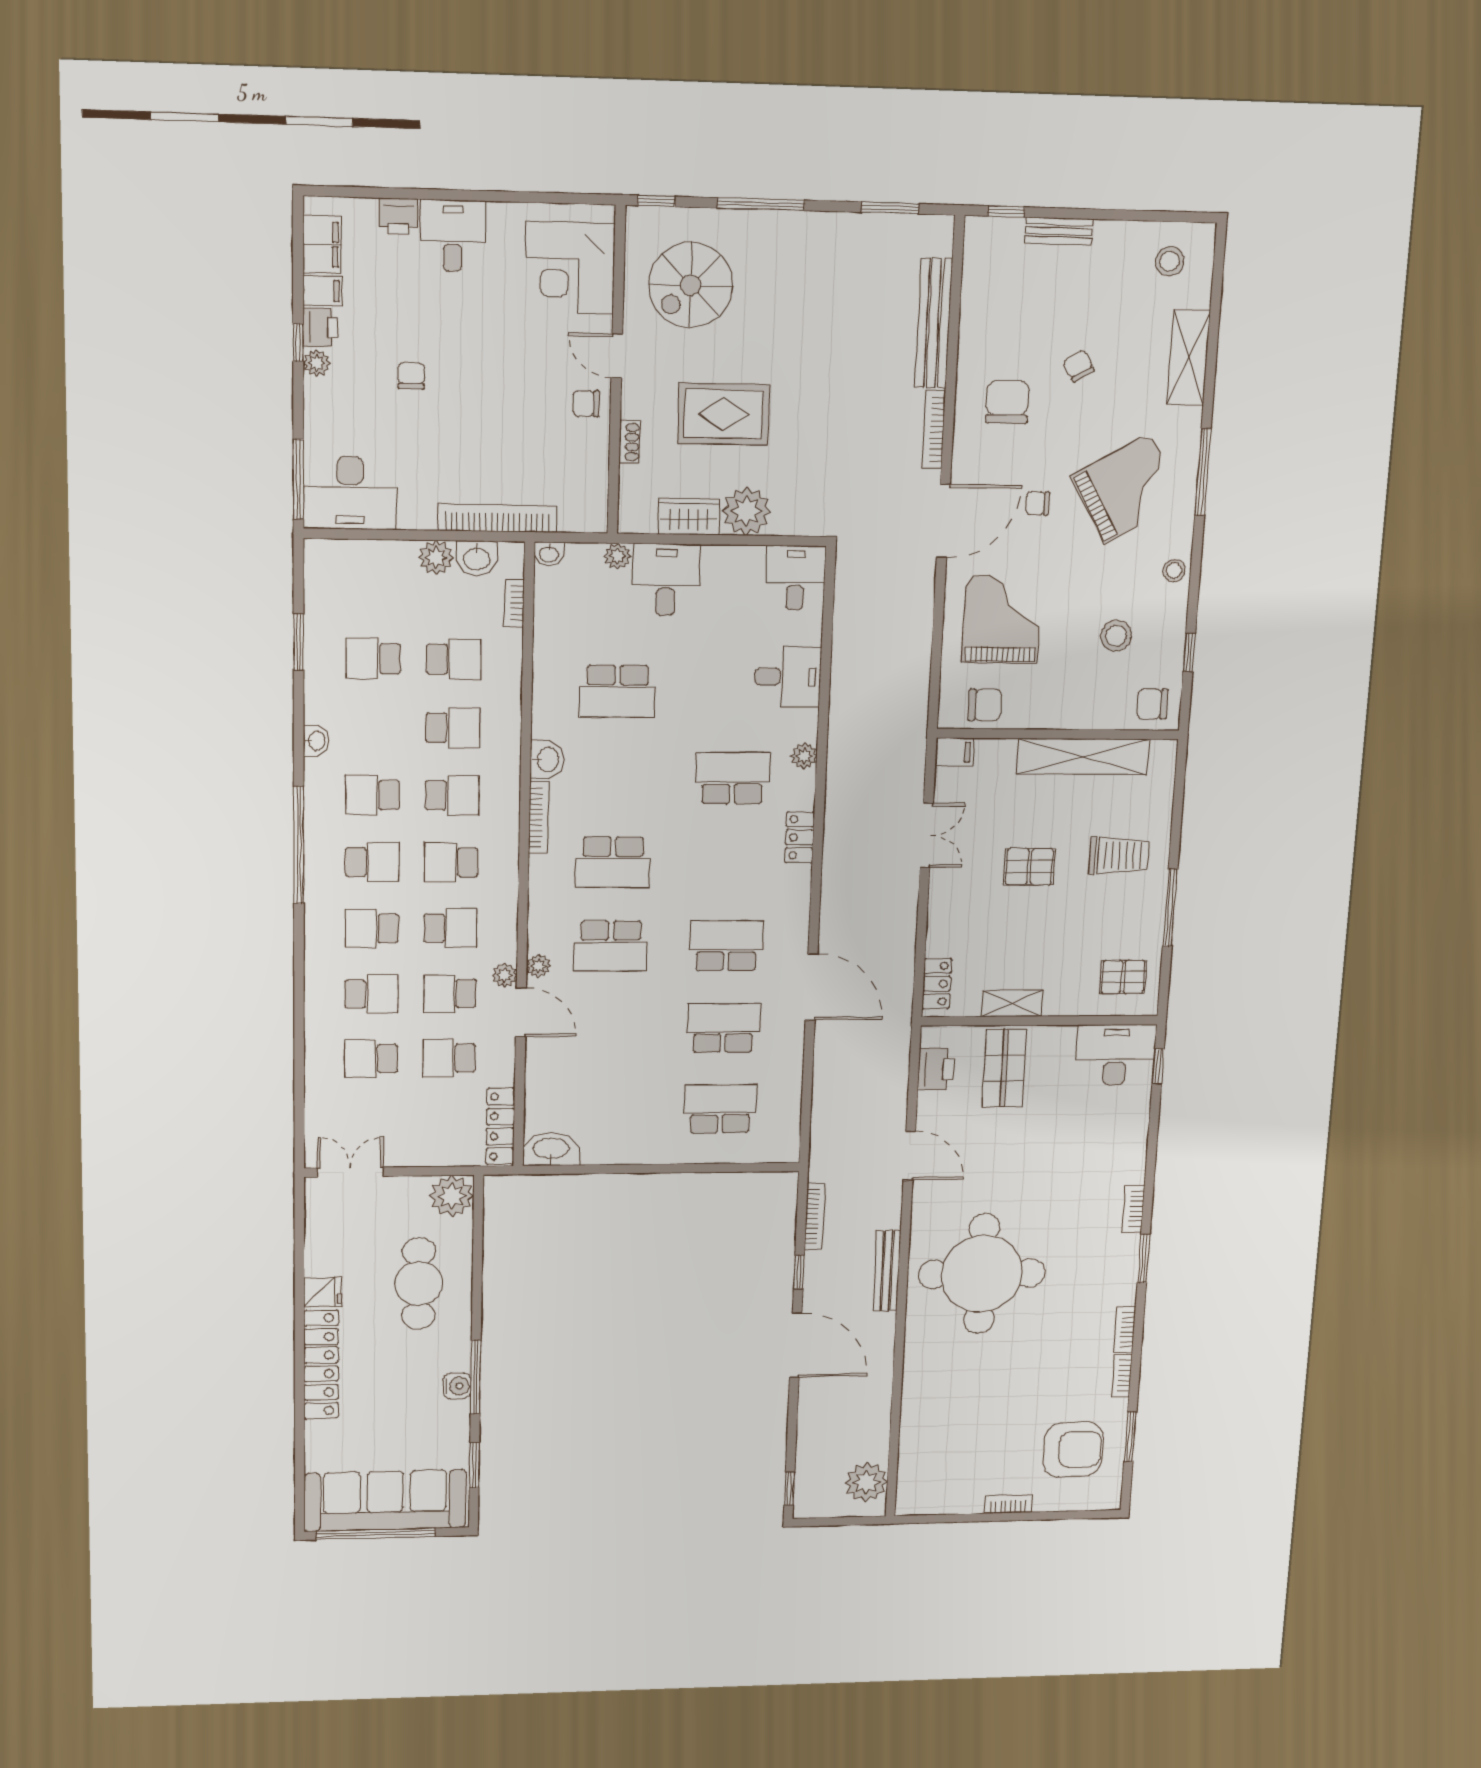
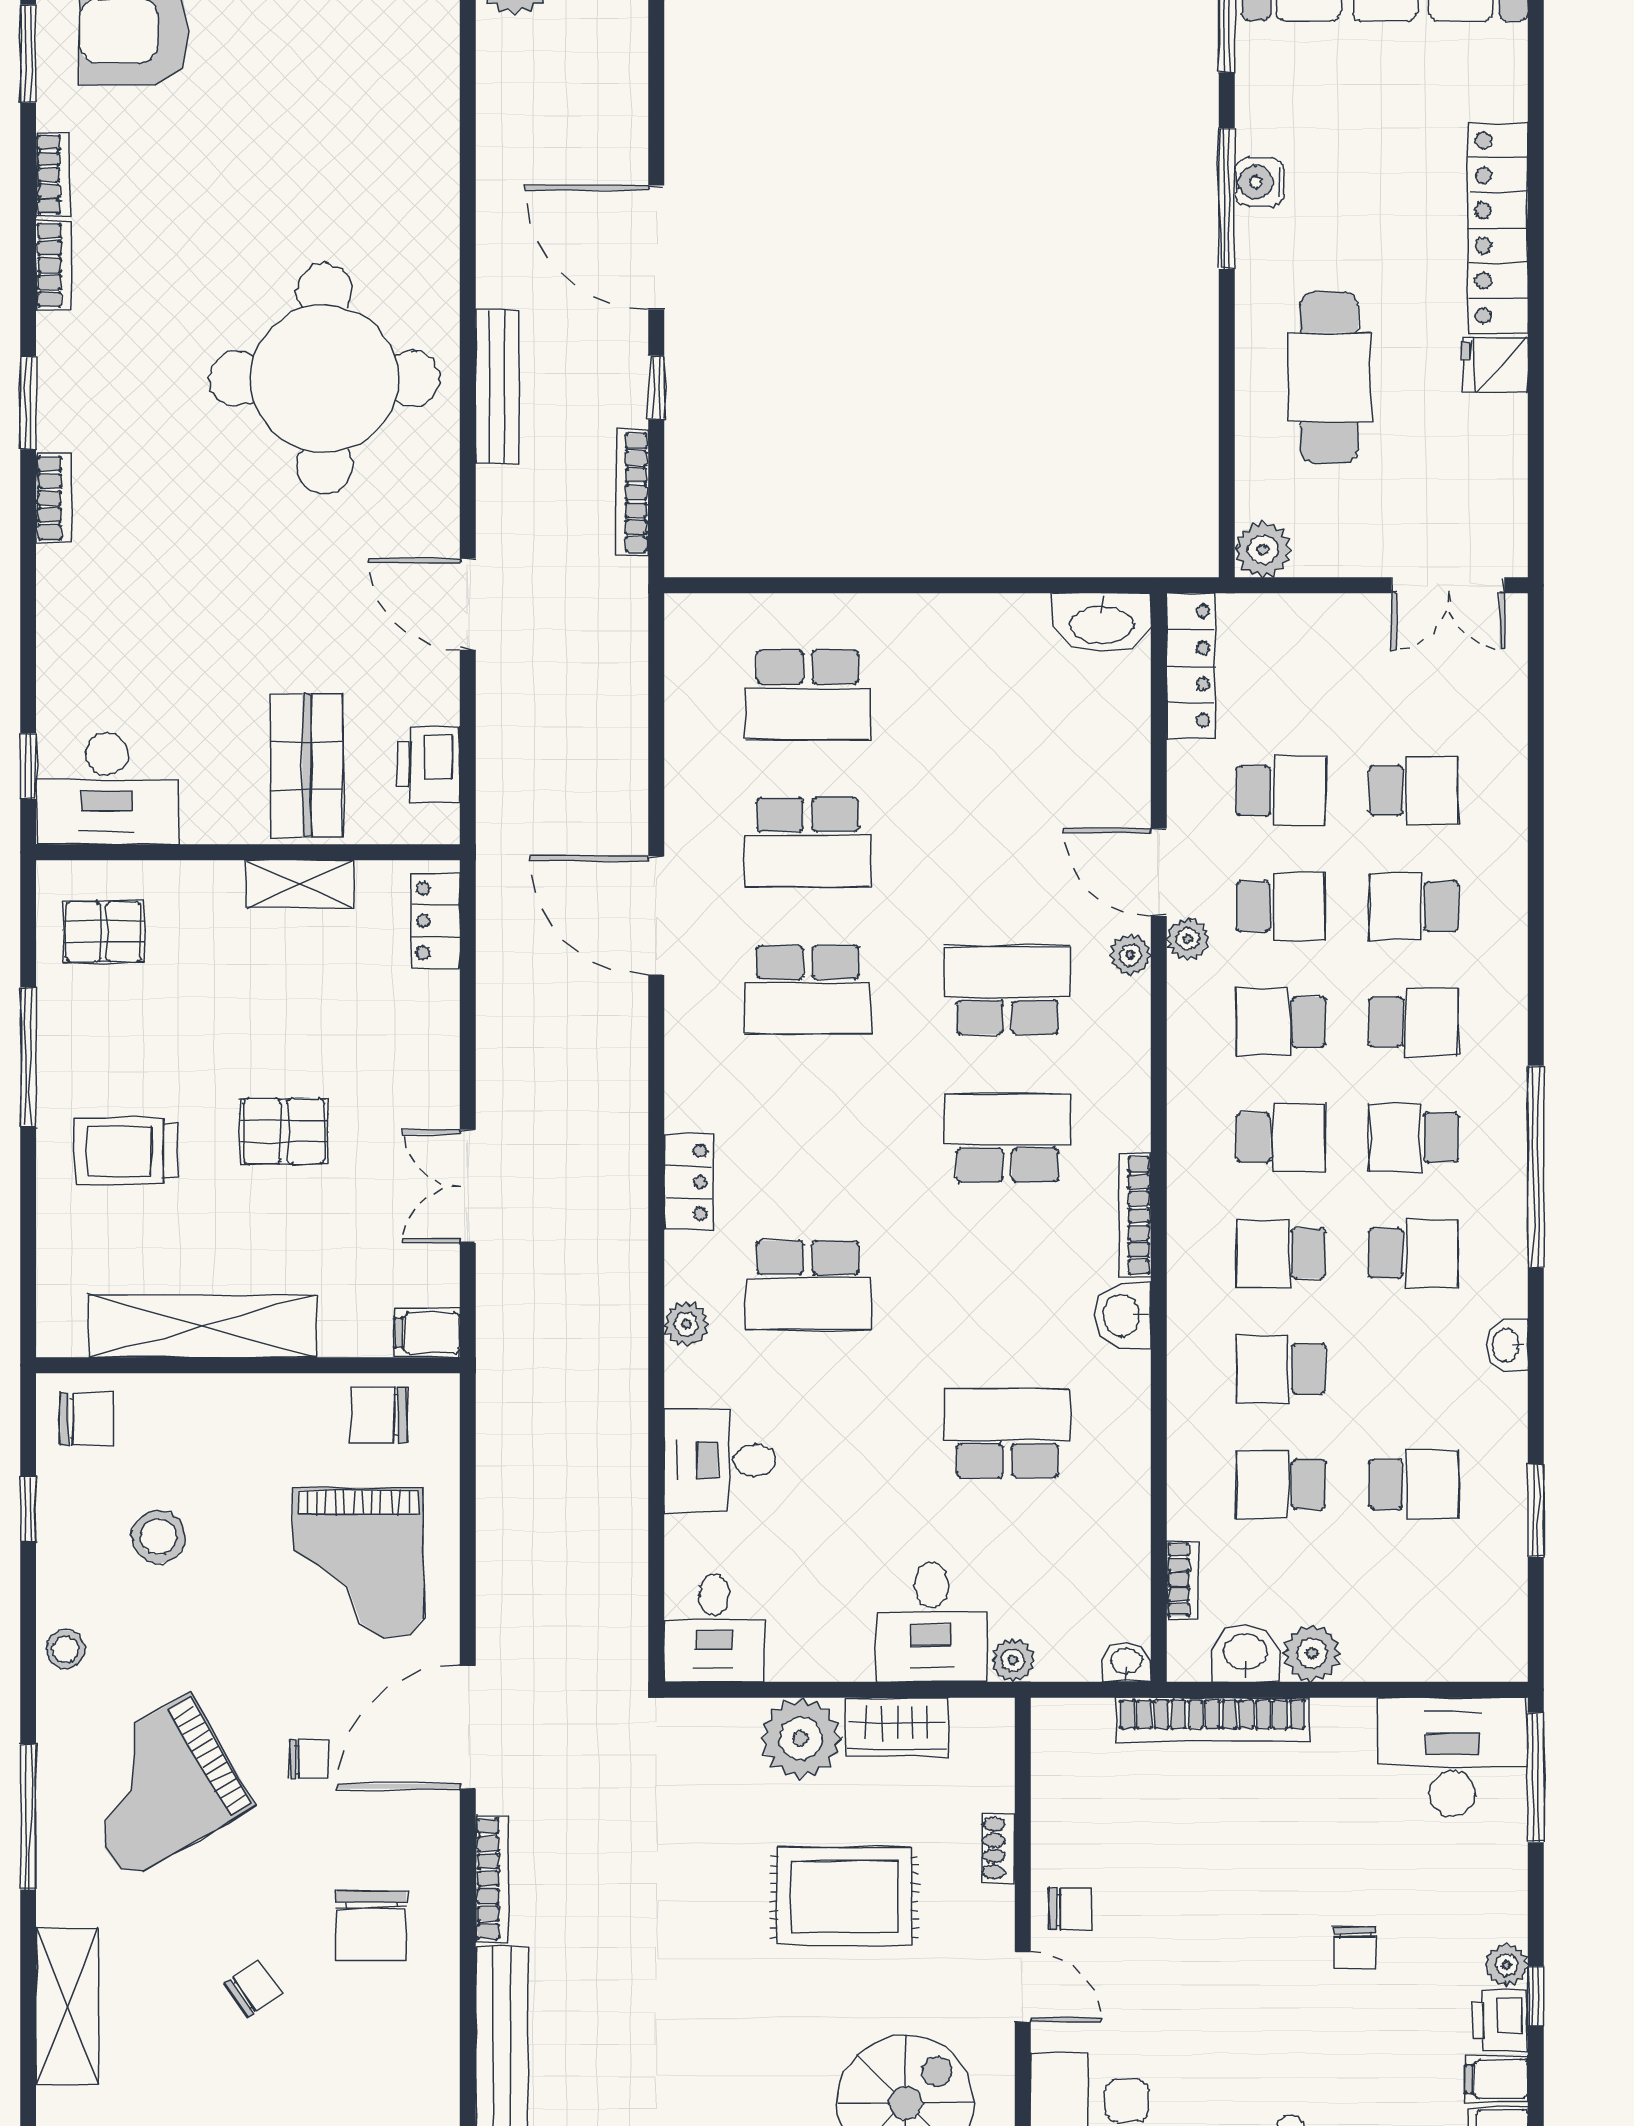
chair: (1079, 366) -> (253, 1988), turned -94
plant: (452, 1196) -> (1263, 549), width x0.73, depth x0.73

